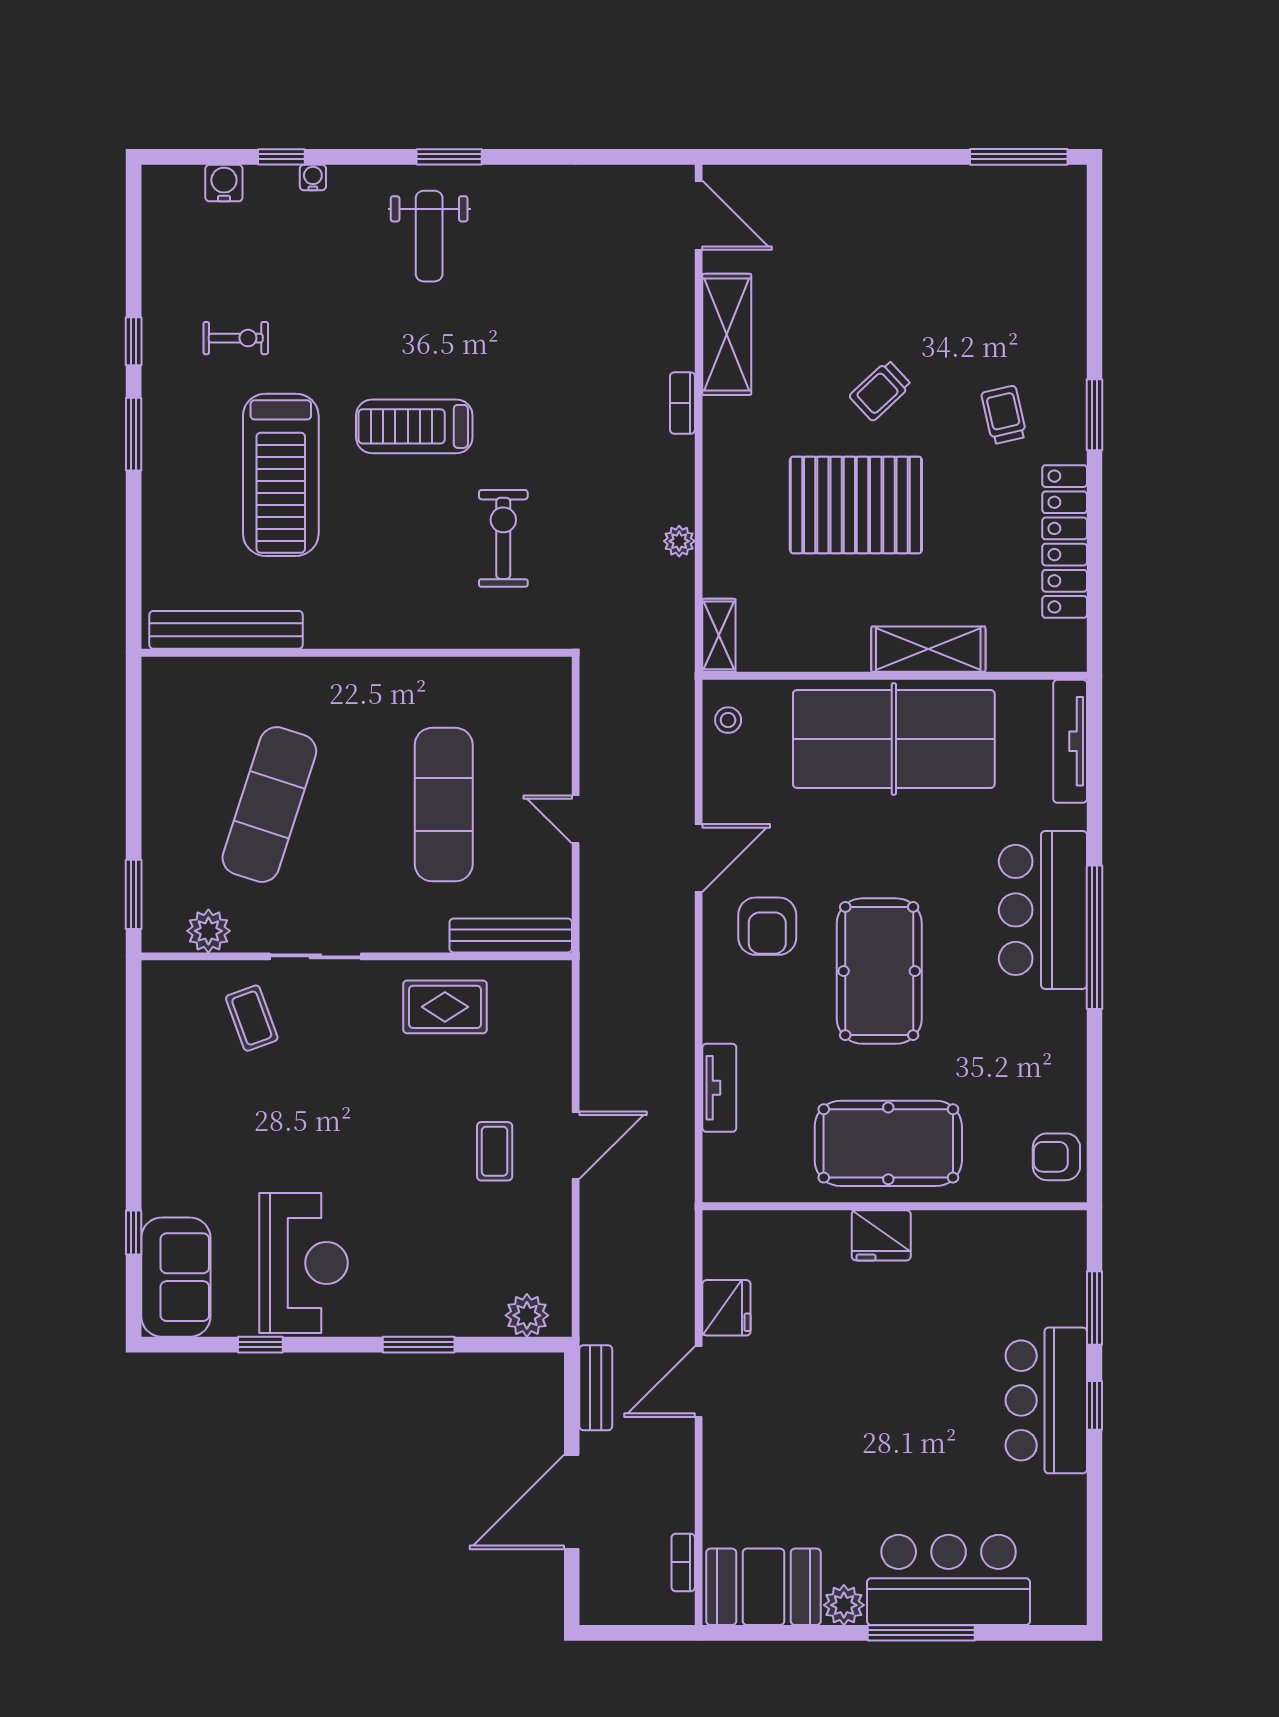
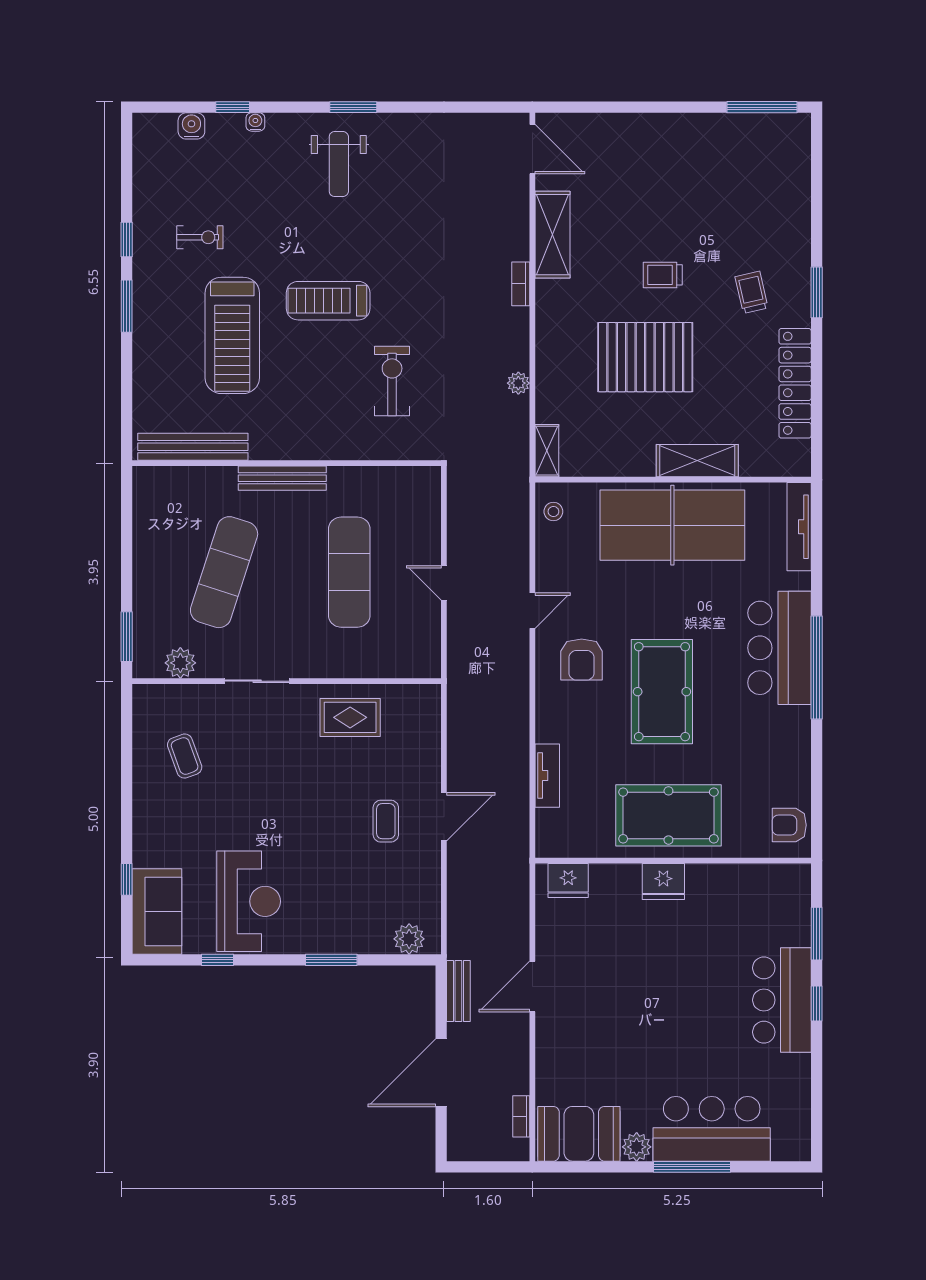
trolley: (880, 391) -> (663, 275), turned 43
door: (699, 858) -> (532, 611), width x0.73
bench: (511, 935) -> (282, 478), moved
coffee table: (252, 1018) -> (185, 756), moved
fridge: (726, 1308) -> (568, 881), moved, turned 90

